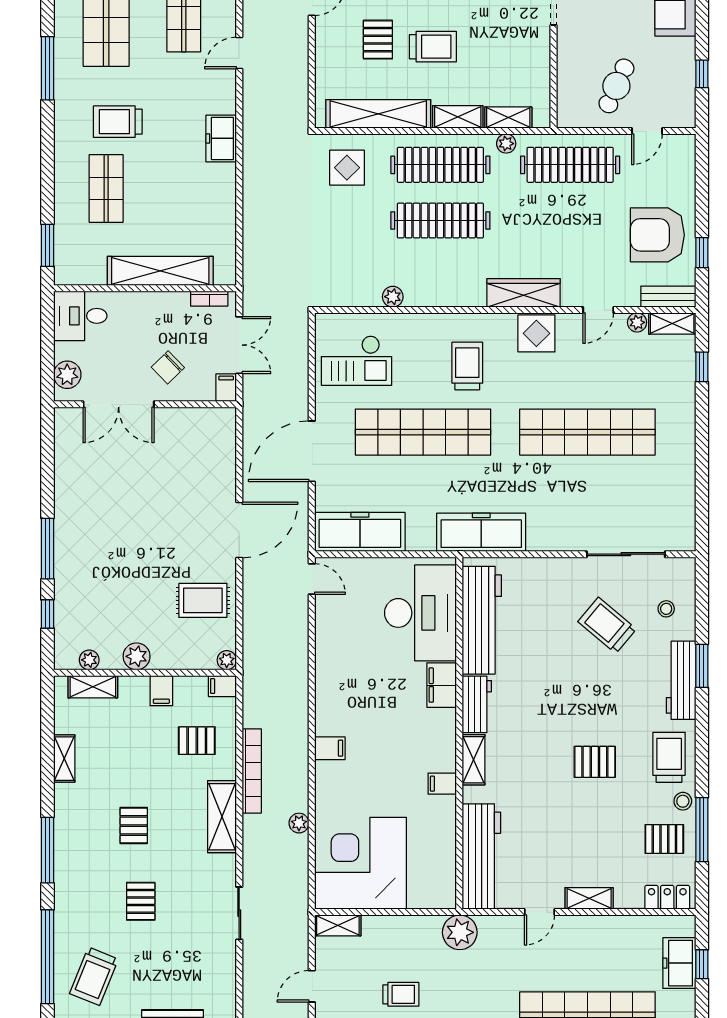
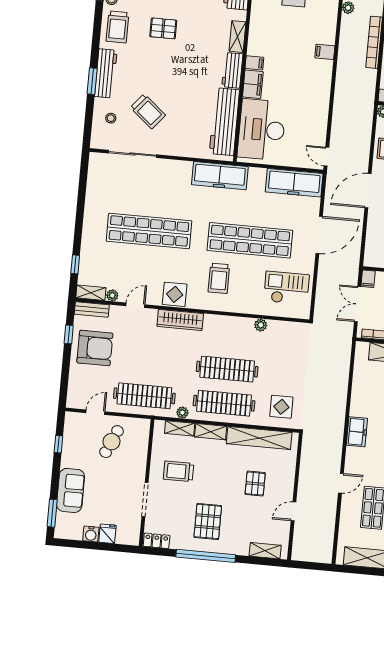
trolley: (433, 47) -> (179, 471), moved
filing cabinet: (442, 784) -> (254, 63), moved

